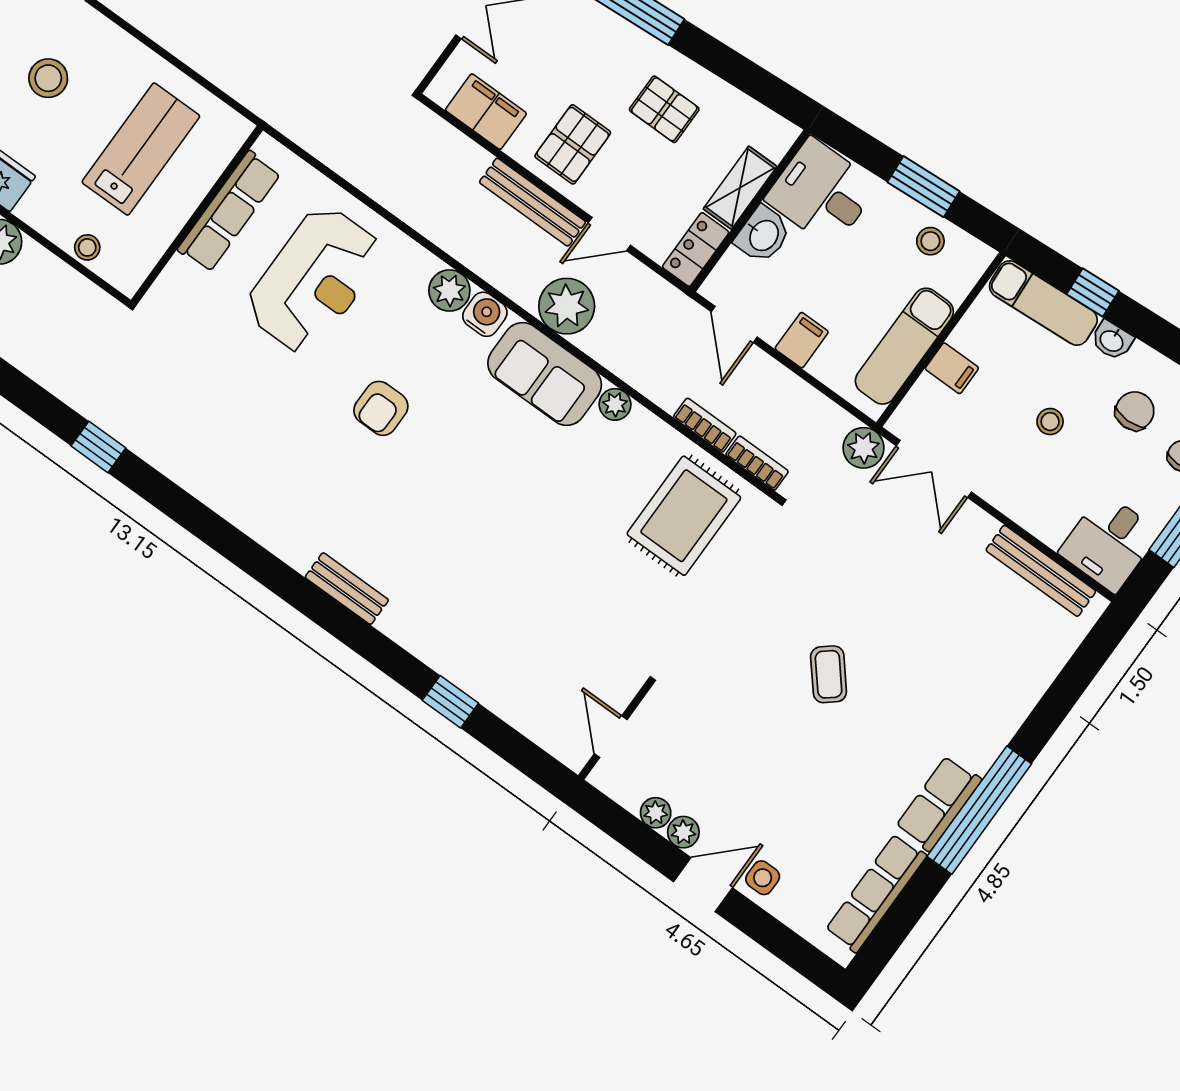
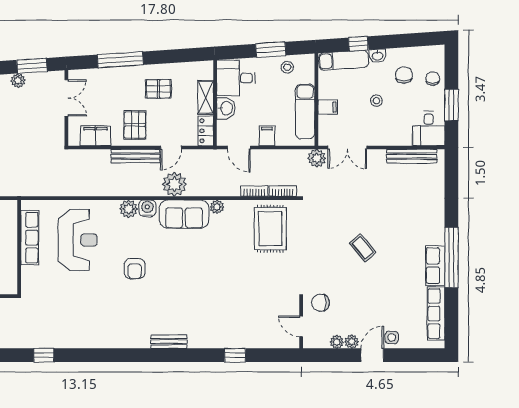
chair: (678, 719) -> (321, 303), added

